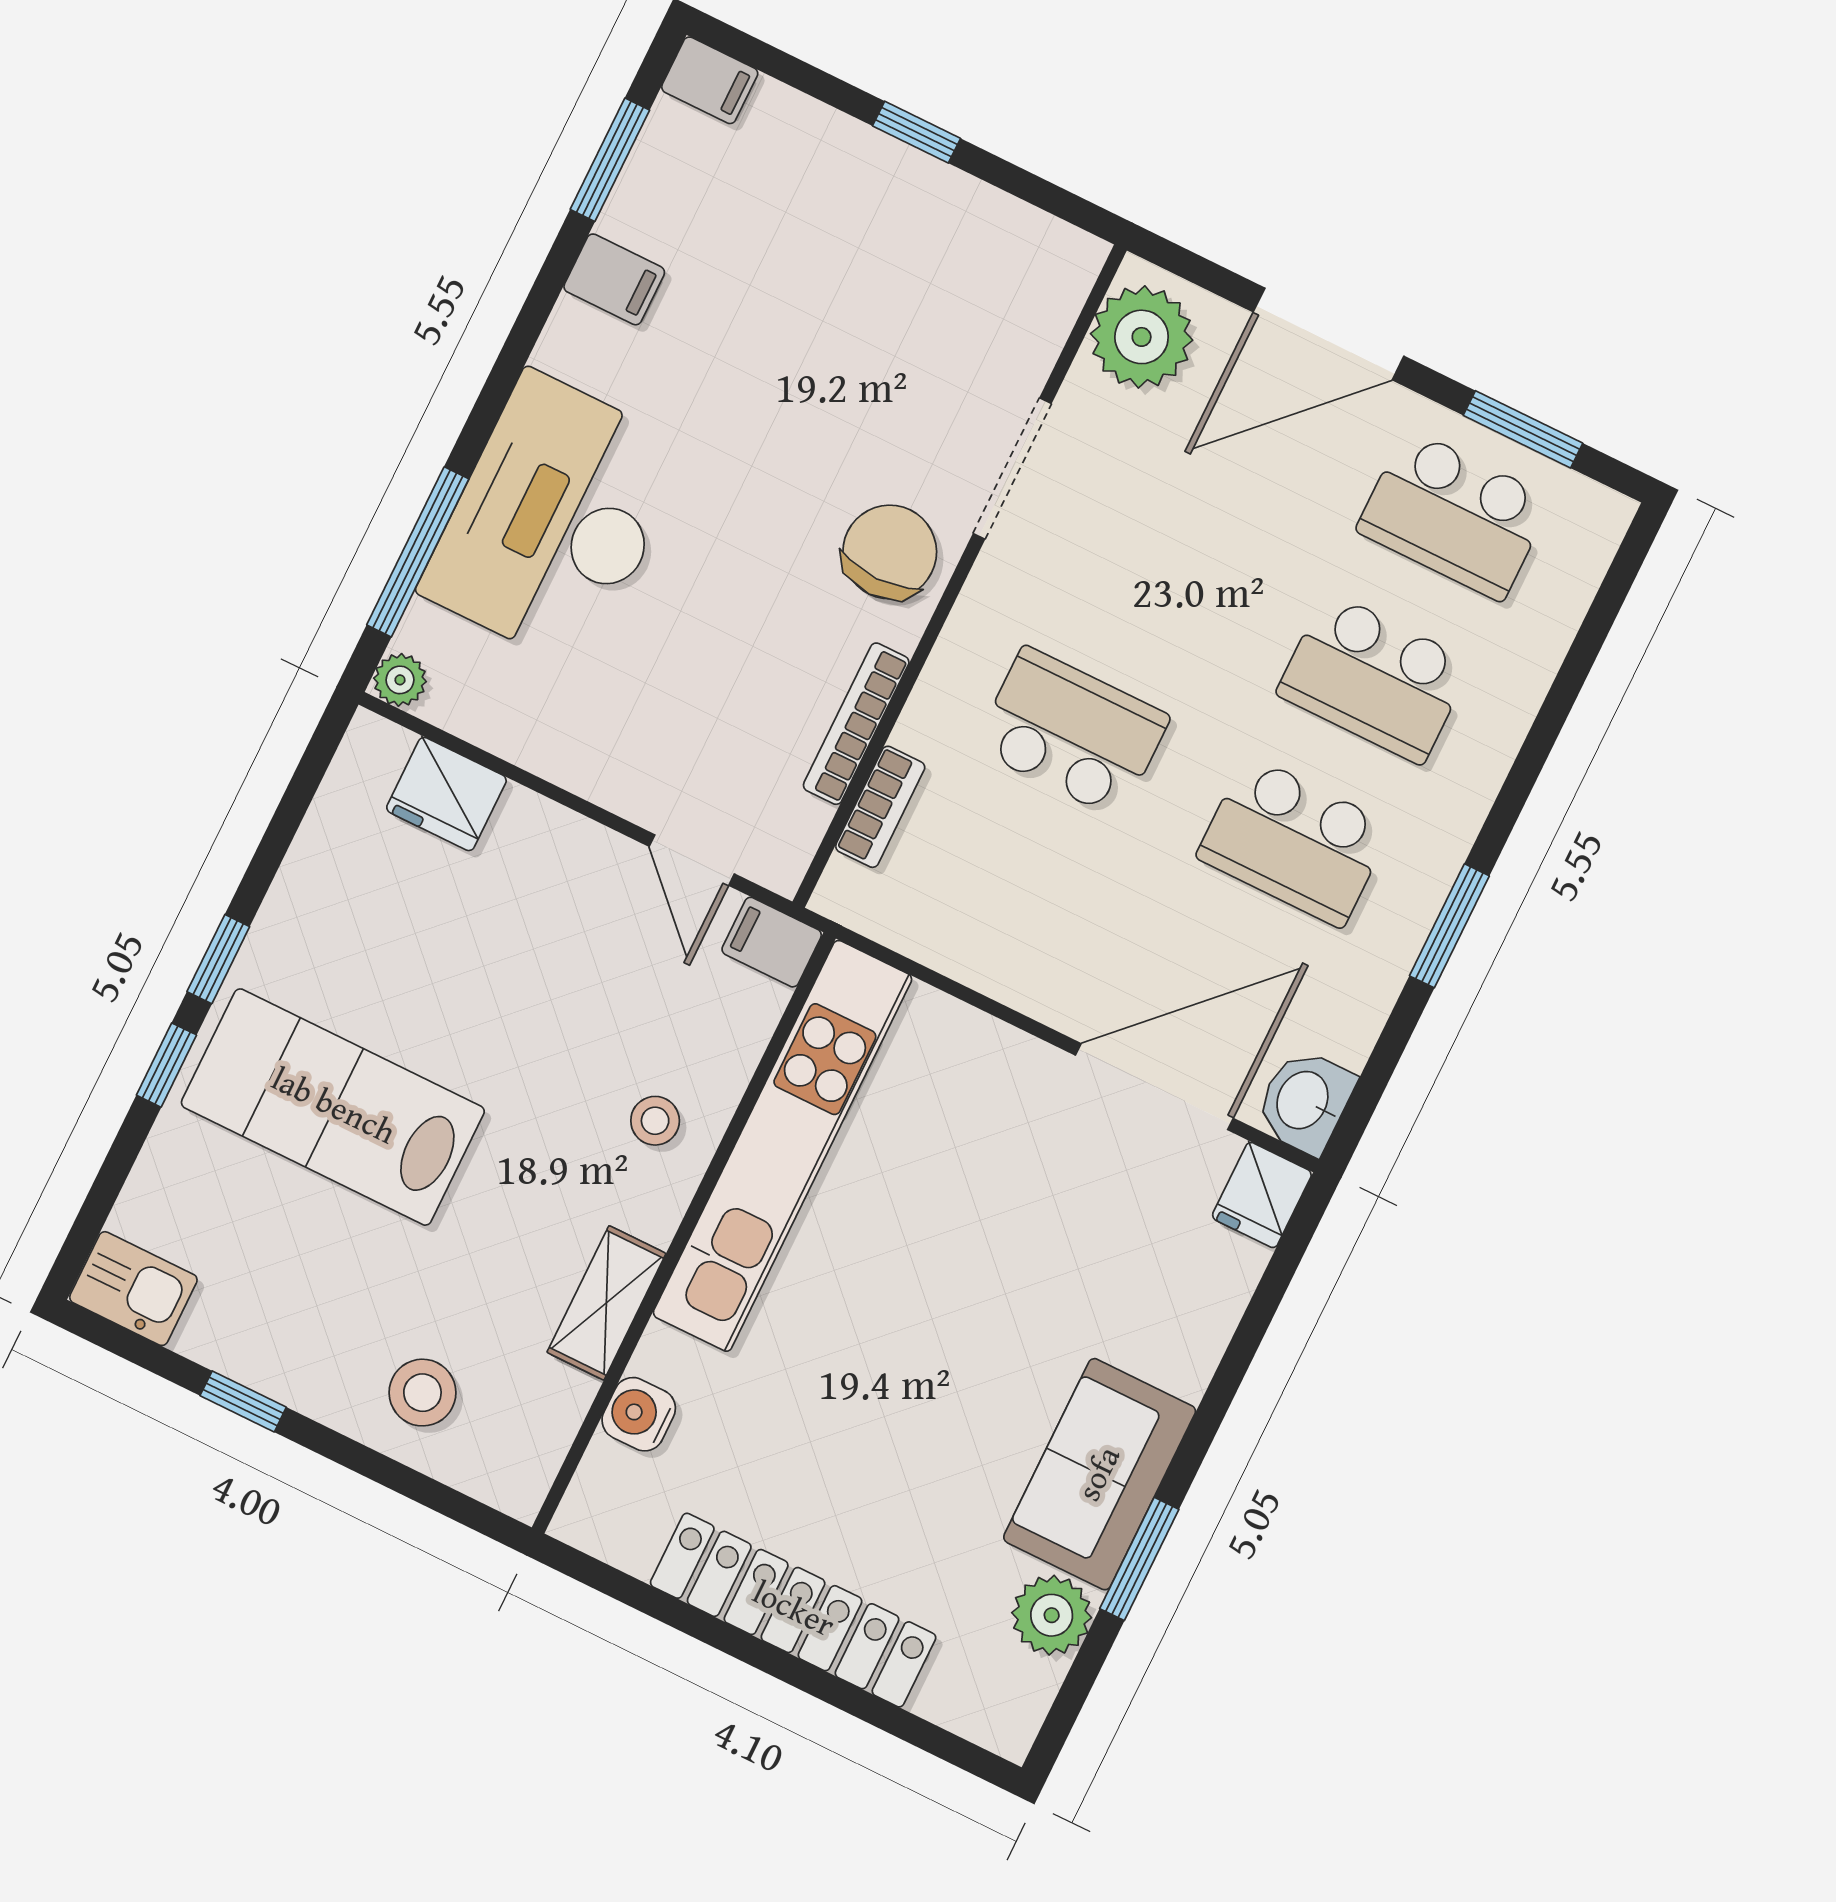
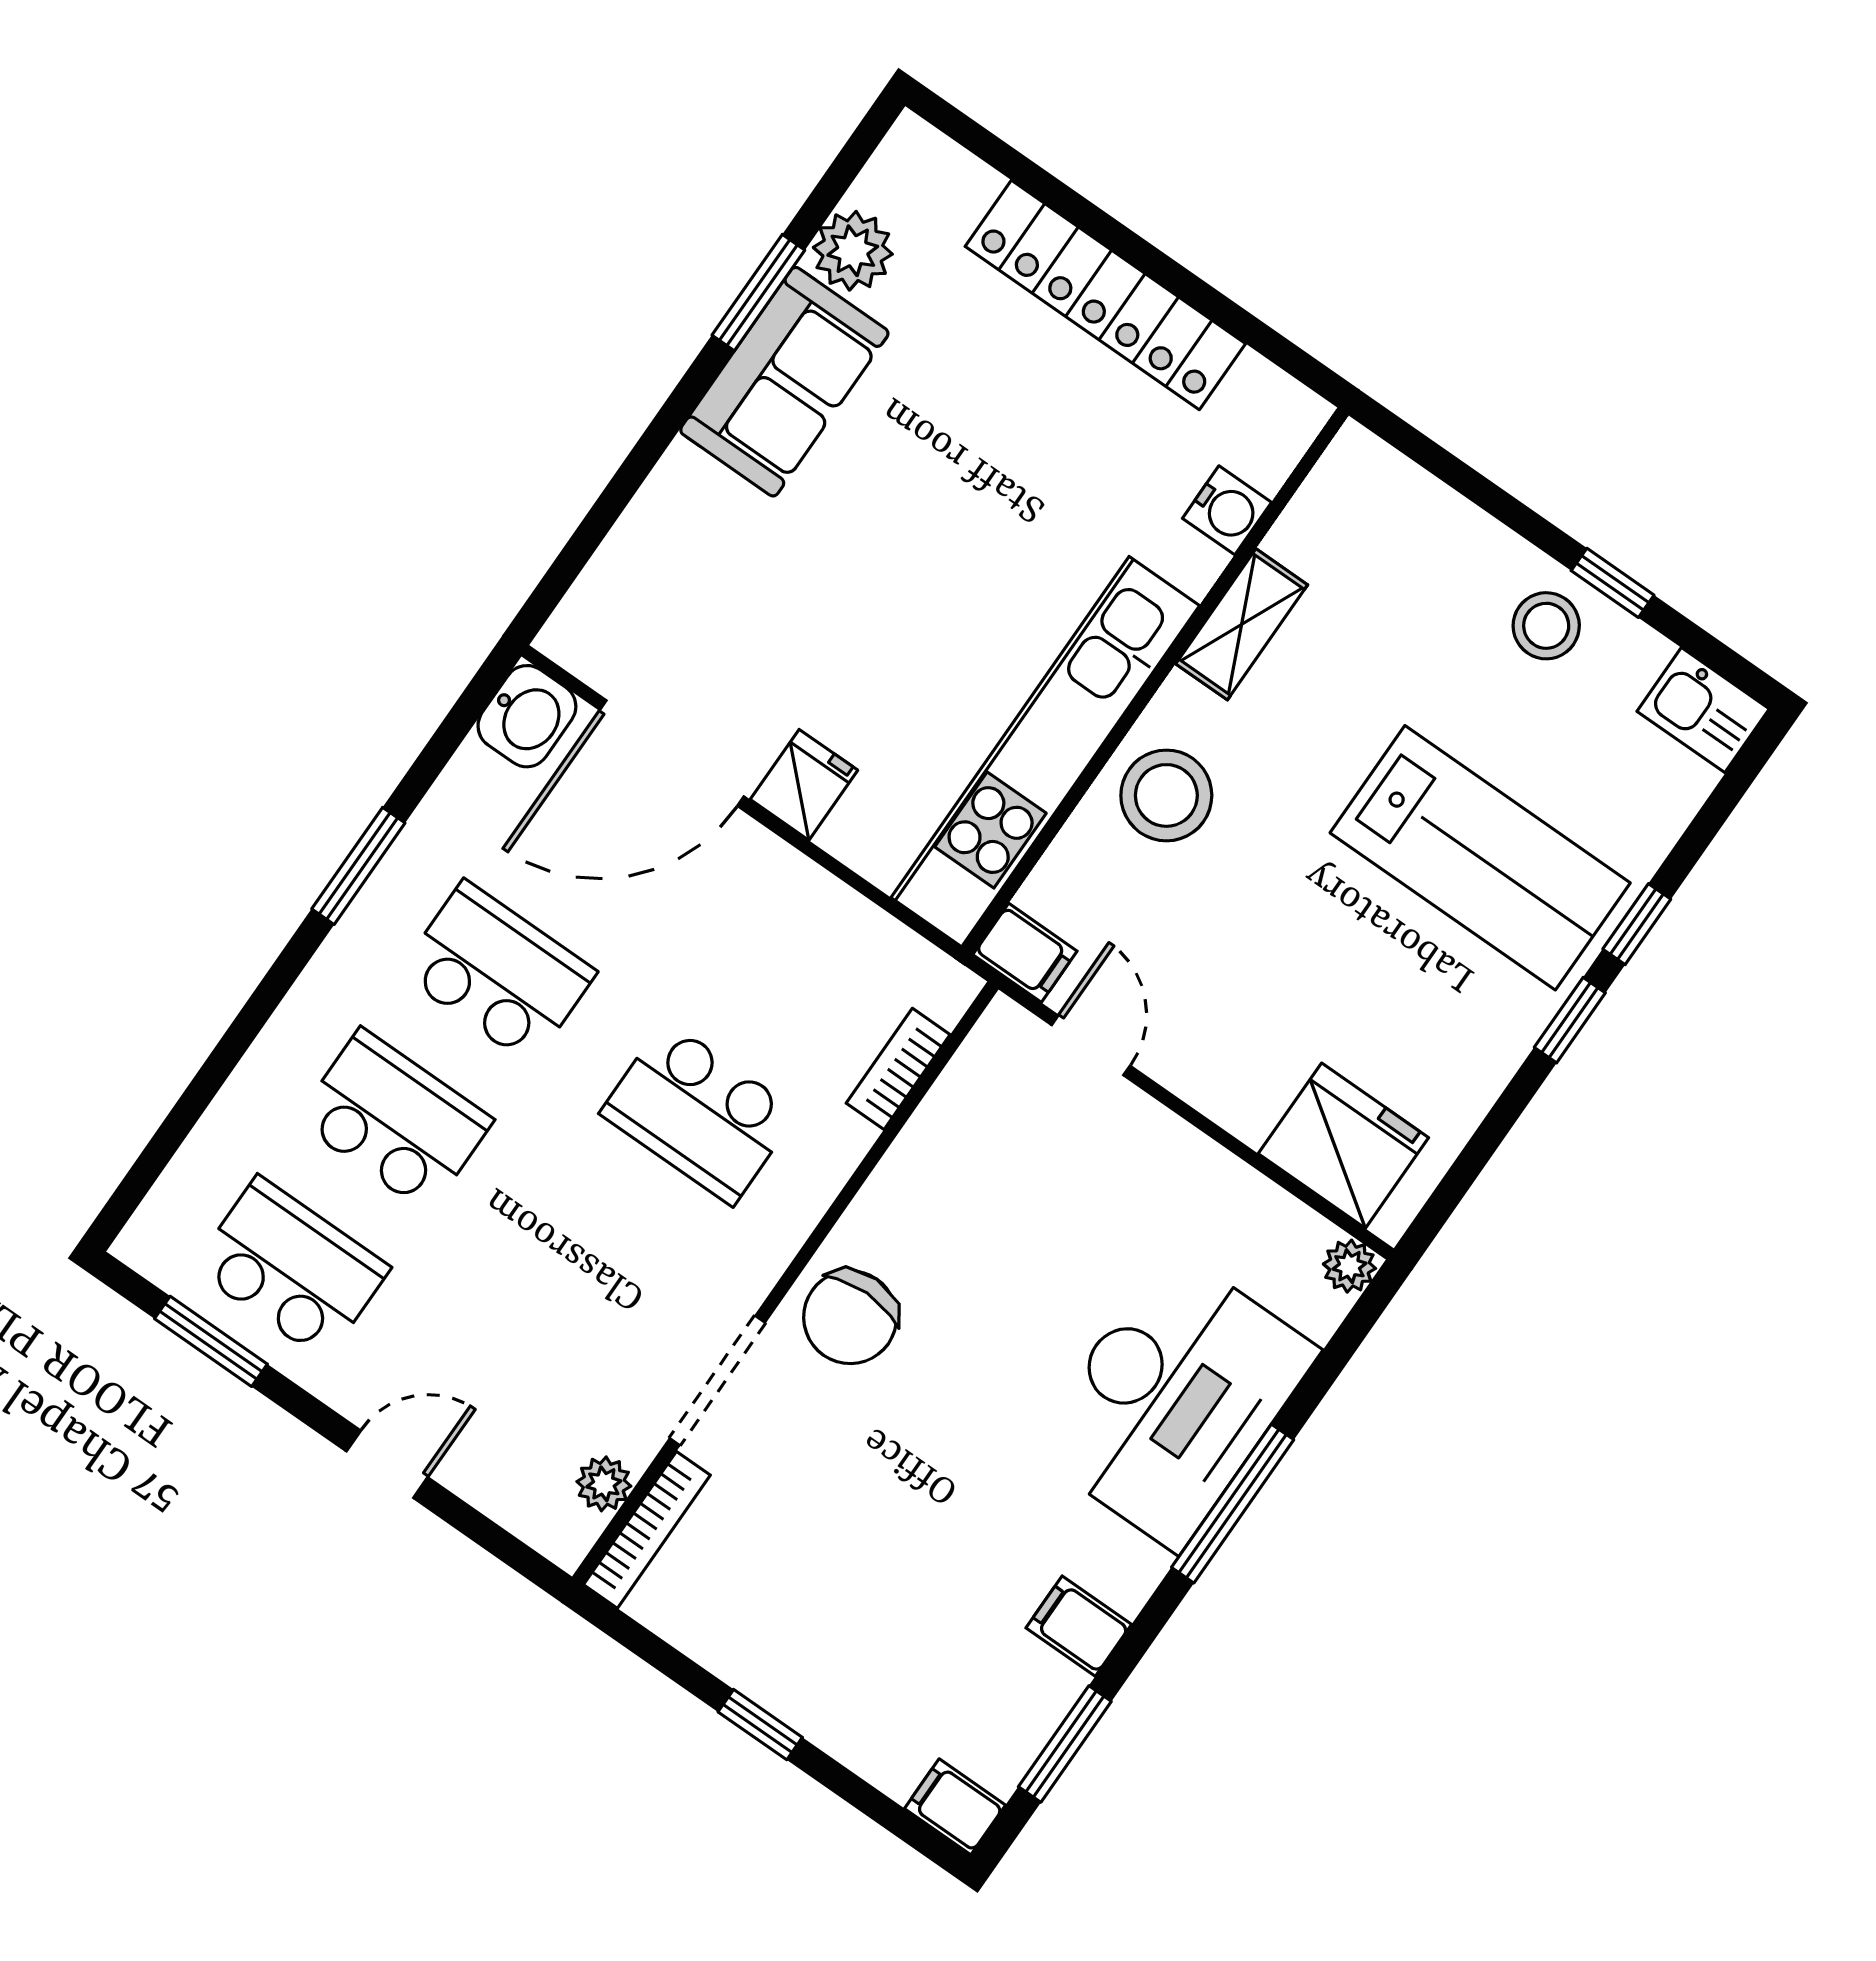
door: (1329, 334) -> (387, 1464), width x0.53
plant: (1142, 337) -> (604, 1484), width x0.53, depth x0.53
window: (418, 552) -> (1233, 1504), moved
bookcase: (856, 724) -> (647, 1530), moved
fridge: (446, 794) -> (1343, 1146), width x1.36, depth x1.34
stool: (655, 1121) -> (1166, 795), width x1.89, depth x1.89
fridge: (1262, 1195) -> (804, 785), moved
stool: (422, 1393) -> (1546, 626), moved

